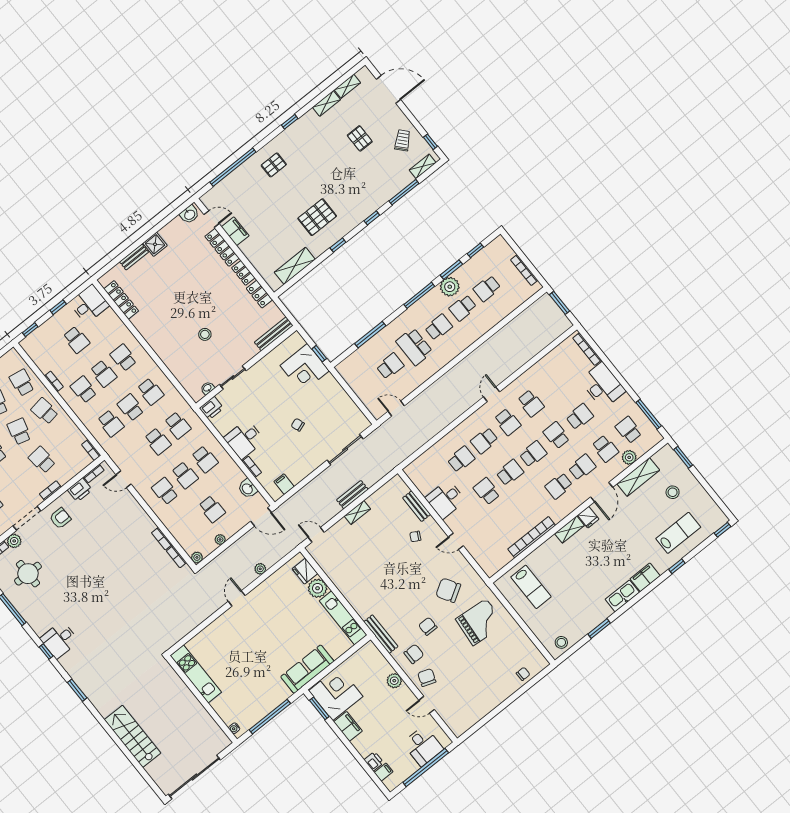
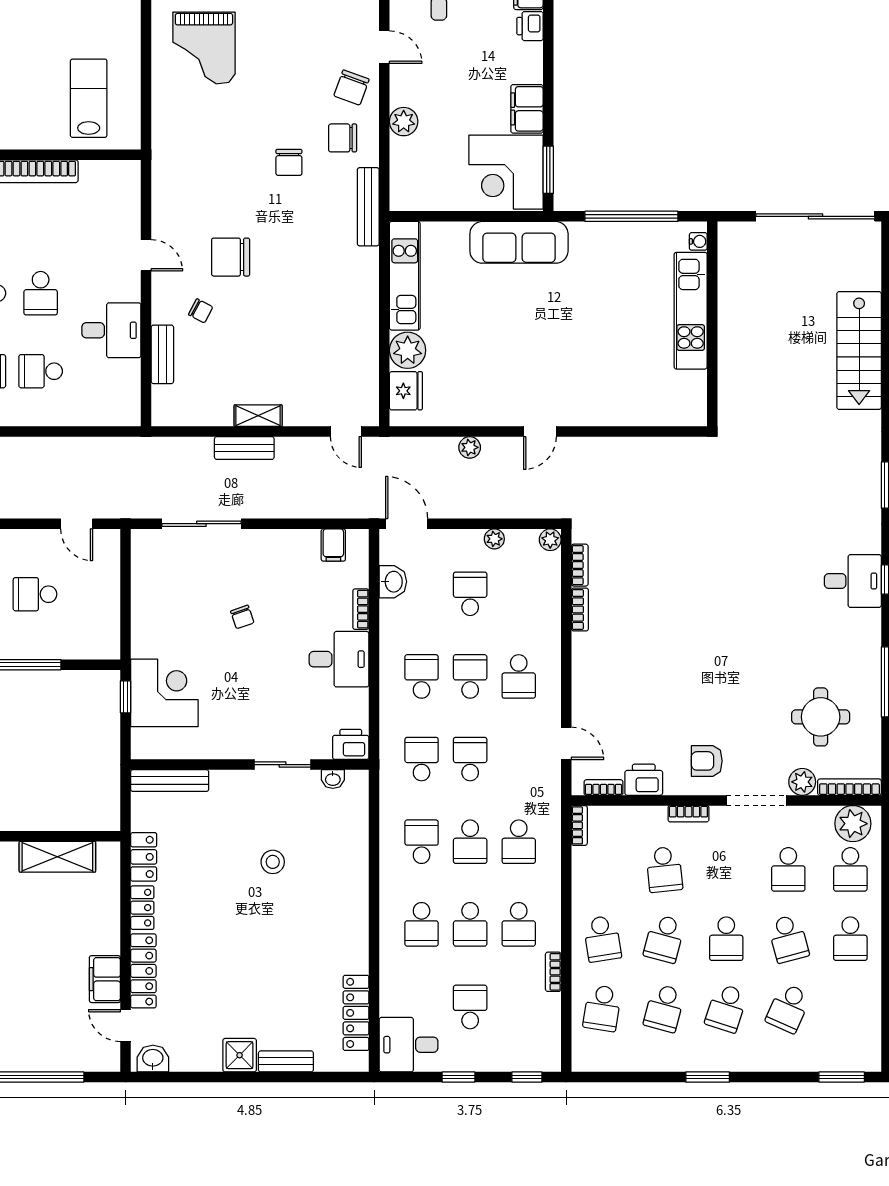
school desk: (103, 374) -> (470, 924), turned 180
school desk: (111, 423) -> (519, 842), turned 180
chair: (448, 590) -> (231, 257), moved, turned 121
grand piano: (480, 622) -> (204, 48), moved, turned -95
kitchen unit: (196, 674) -> (691, 311), moved

